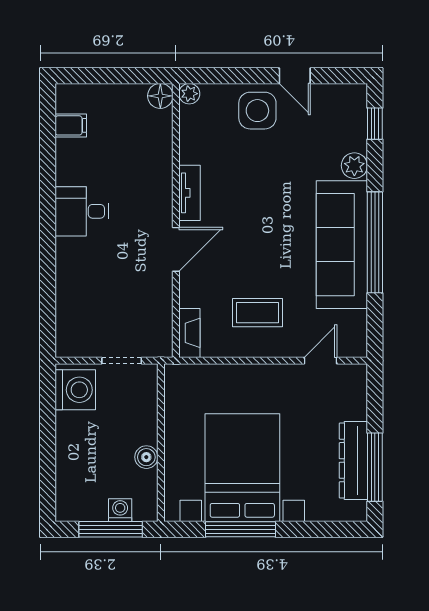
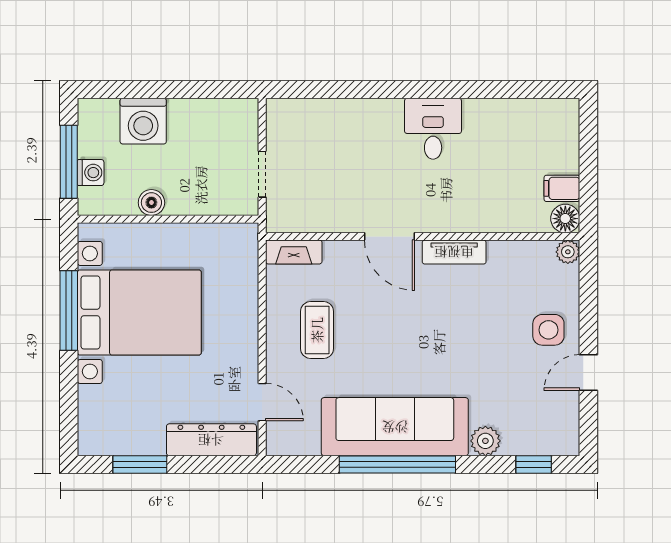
side table: (257, 111) -> (548, 330), width x0.73, depth x0.73
filing cabinet: (71, 125) -> (562, 188), moved, turned 90
washing machine: (75, 390) -> (143, 121), moved
dresser: (353, 460) -> (211, 440), moved
window: (375, 467) -> (140, 464), width x0.69

